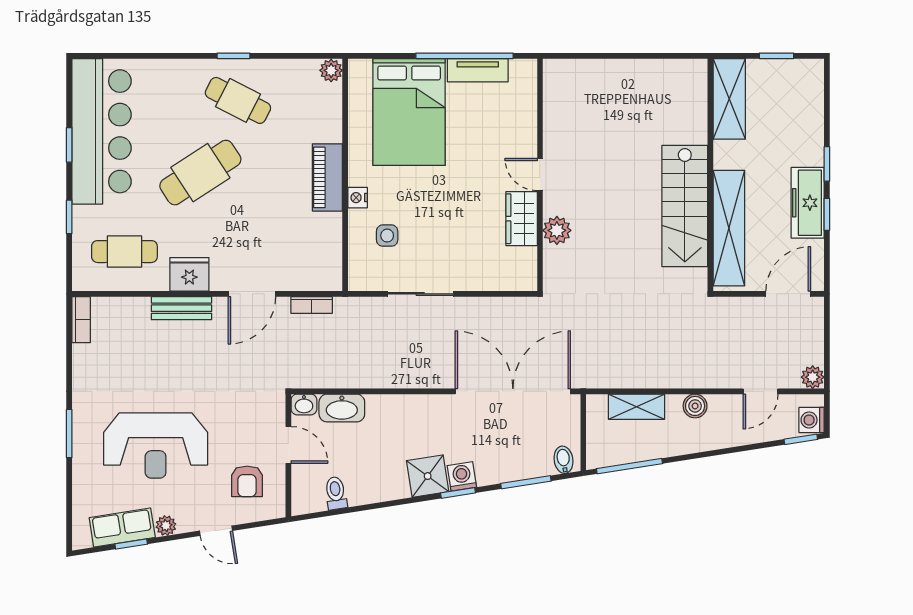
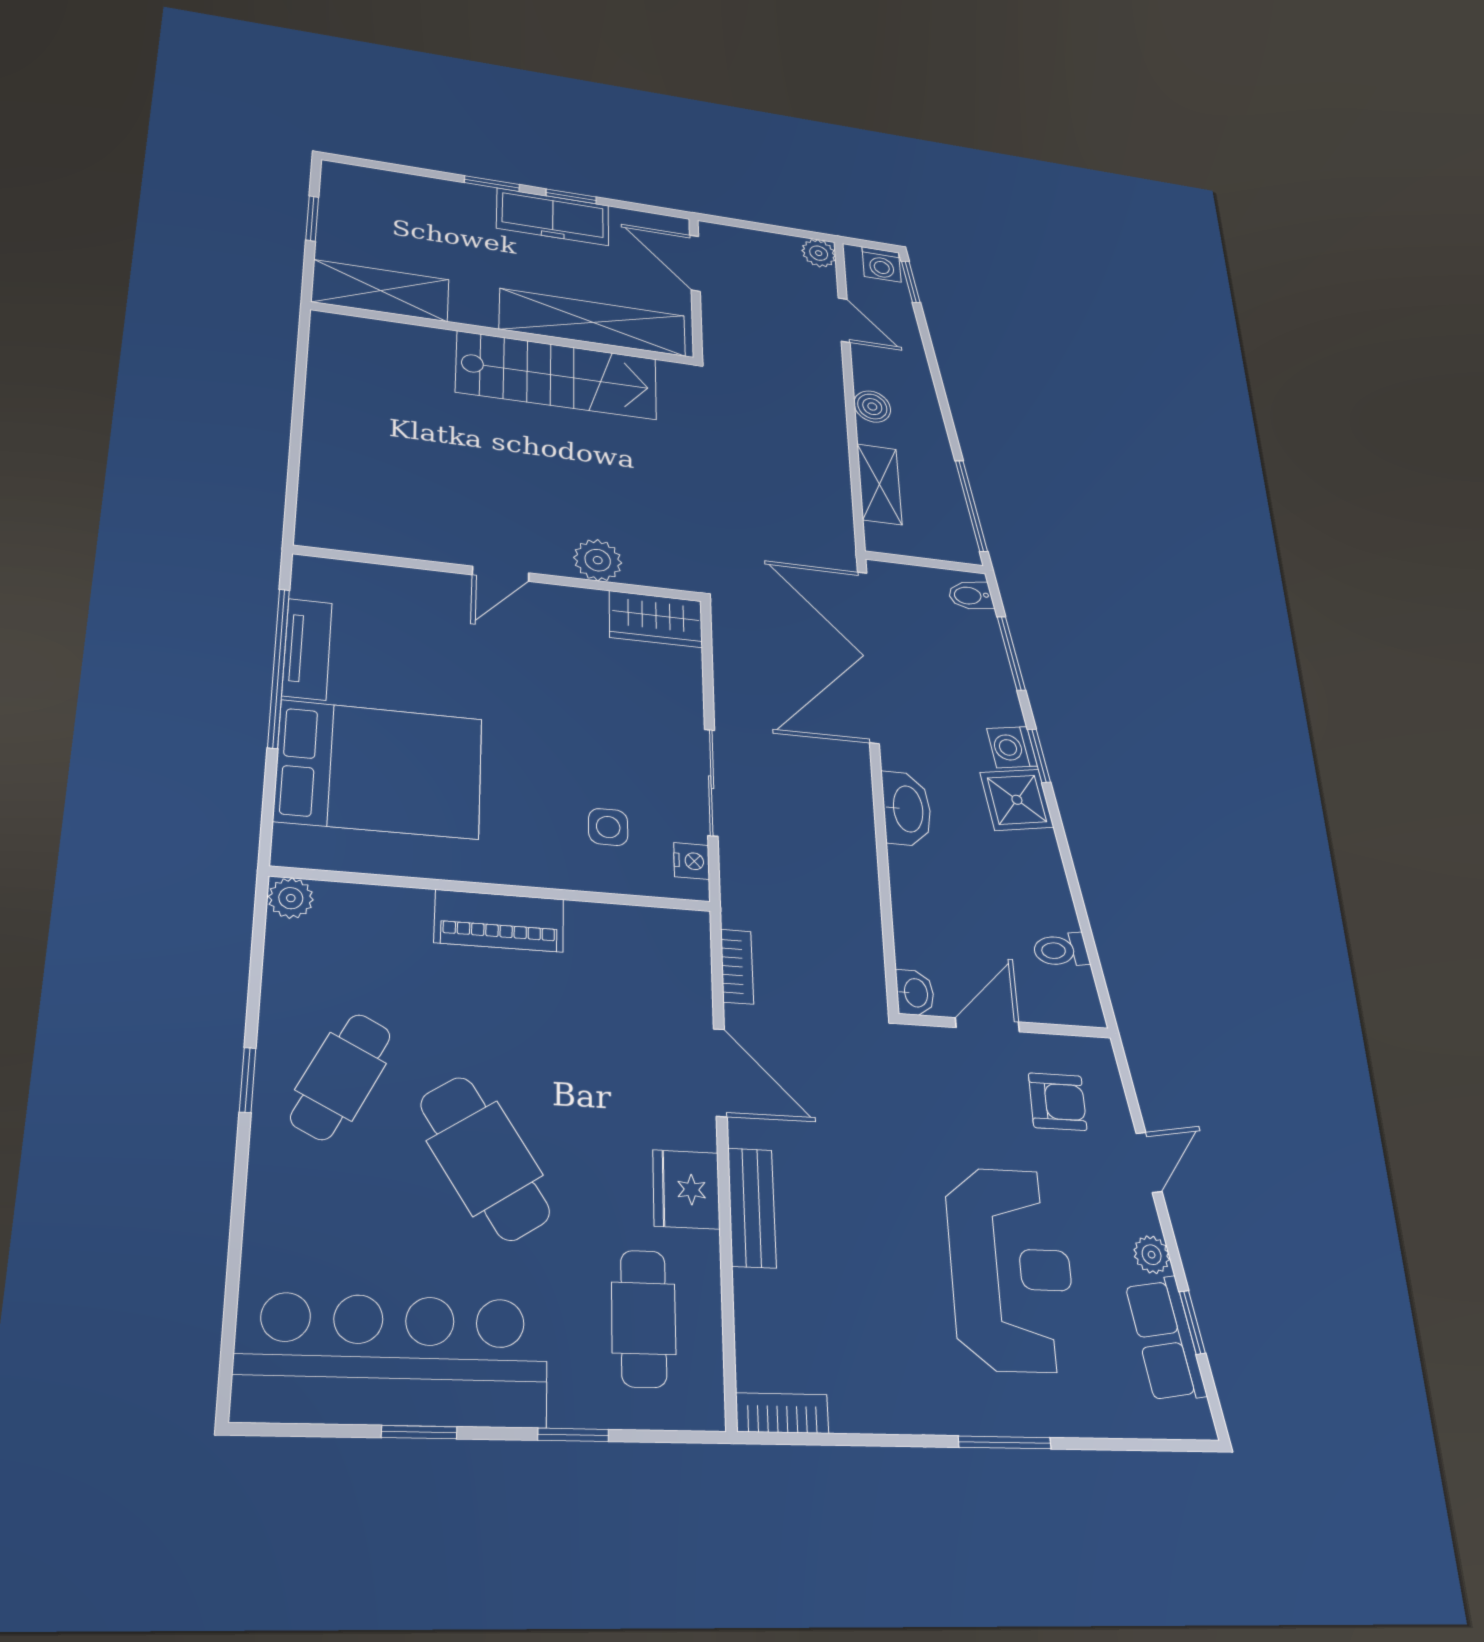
nightstand: (358, 198) -> (692, 861), moved, turned -90
wardrobe: (522, 219) -> (656, 619), moved
washbasin: (342, 408) -> (907, 809), moved

